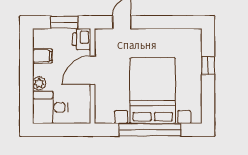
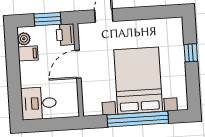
plant: (39, 83) -> (24, 39), moved

